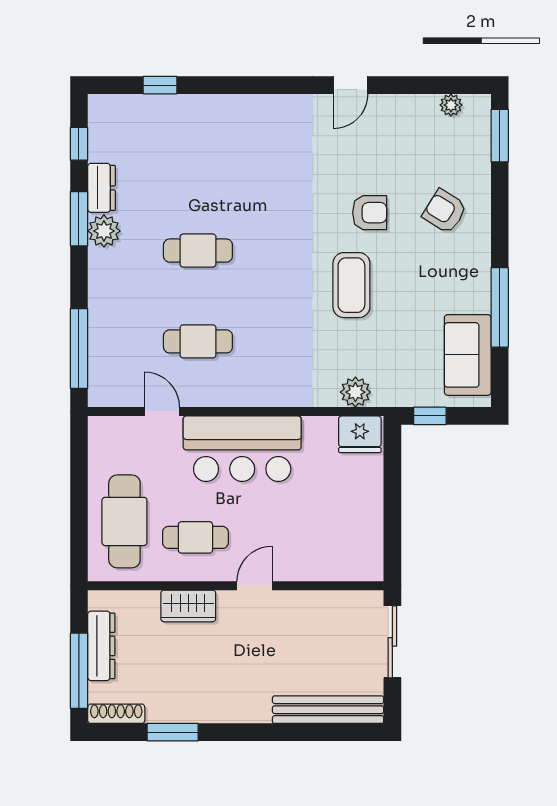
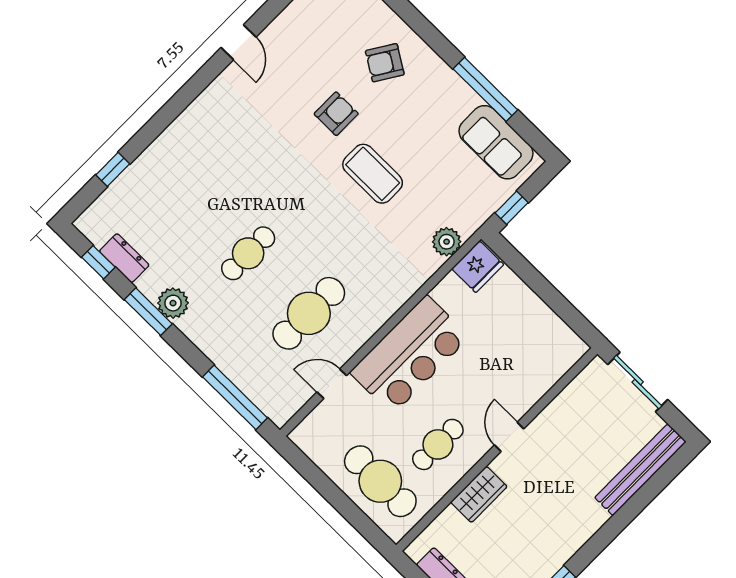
dresser: (101, 188) -> (124, 258), moved
cafe table: (198, 341) -> (309, 313), width x1.37, depth x1.35

